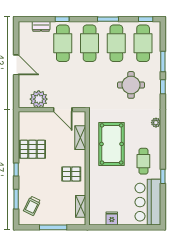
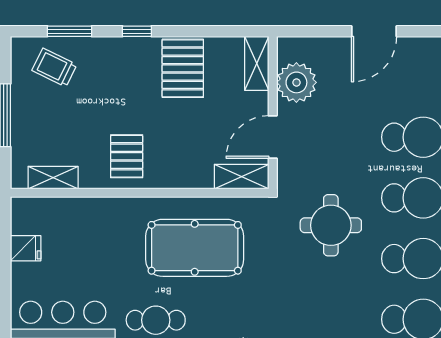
round table: (131, 85) -> (331, 225), moved
shelving: (30, 117) -> (257, 63), added
shelving: (80, 138) -> (242, 177), moved

